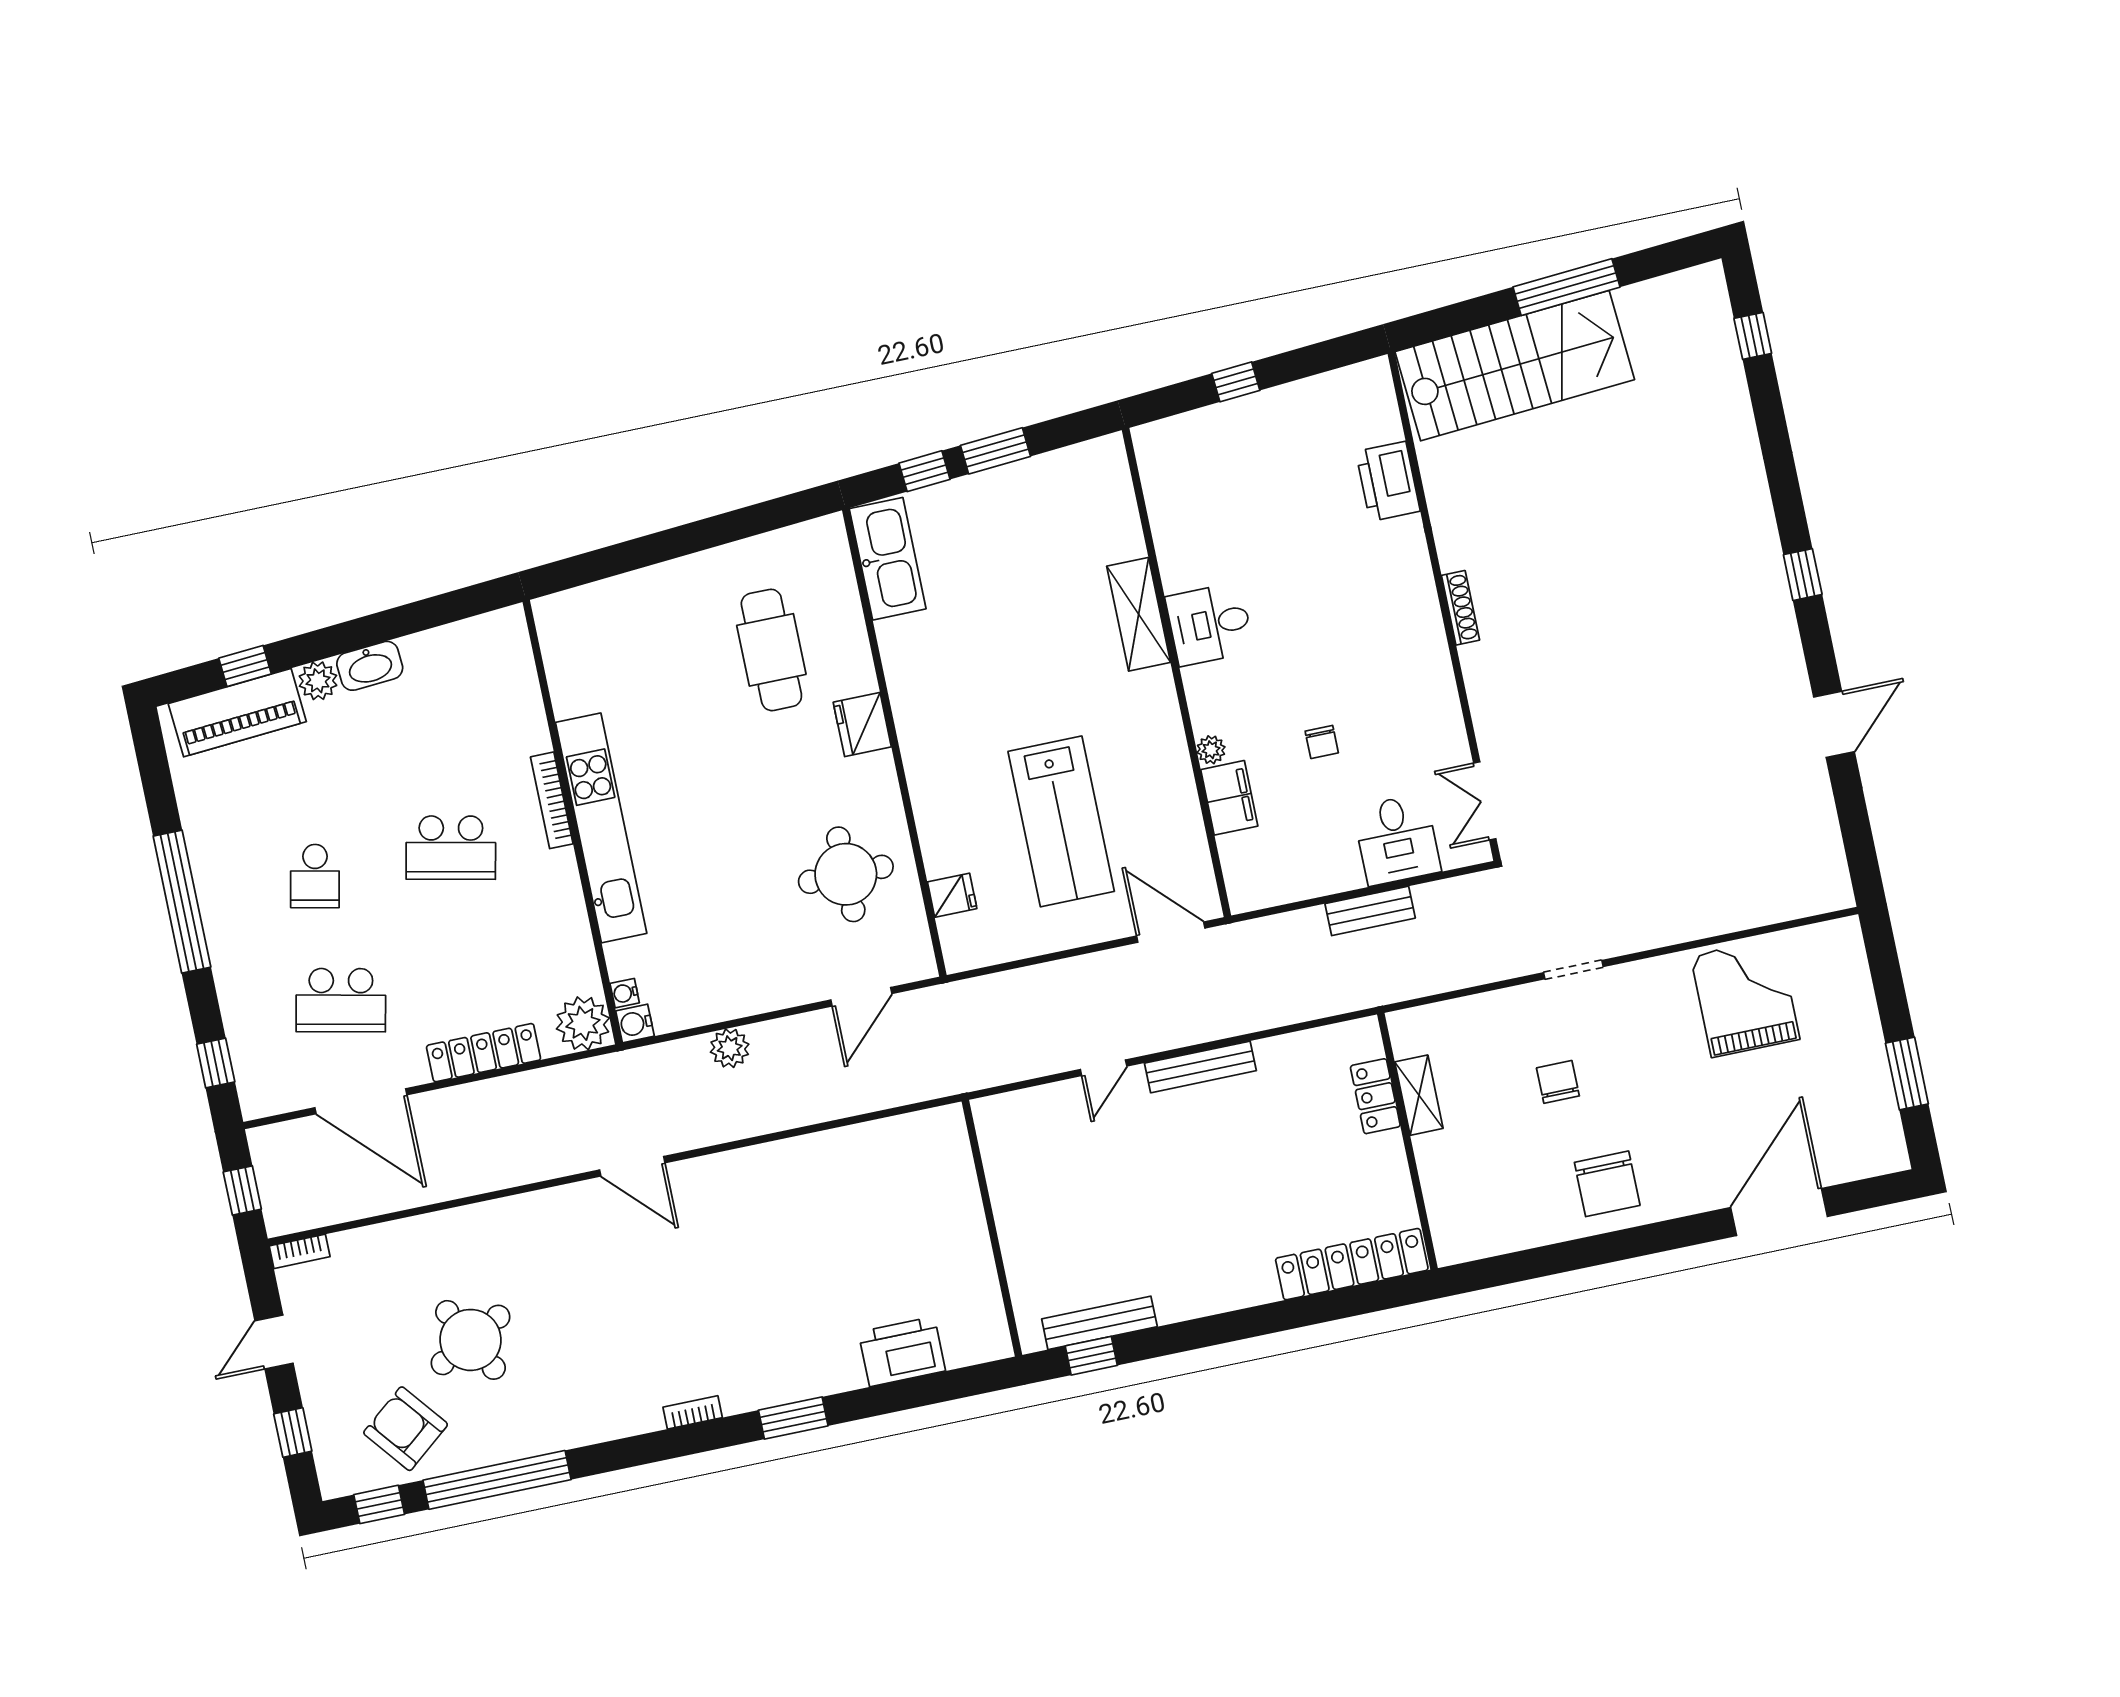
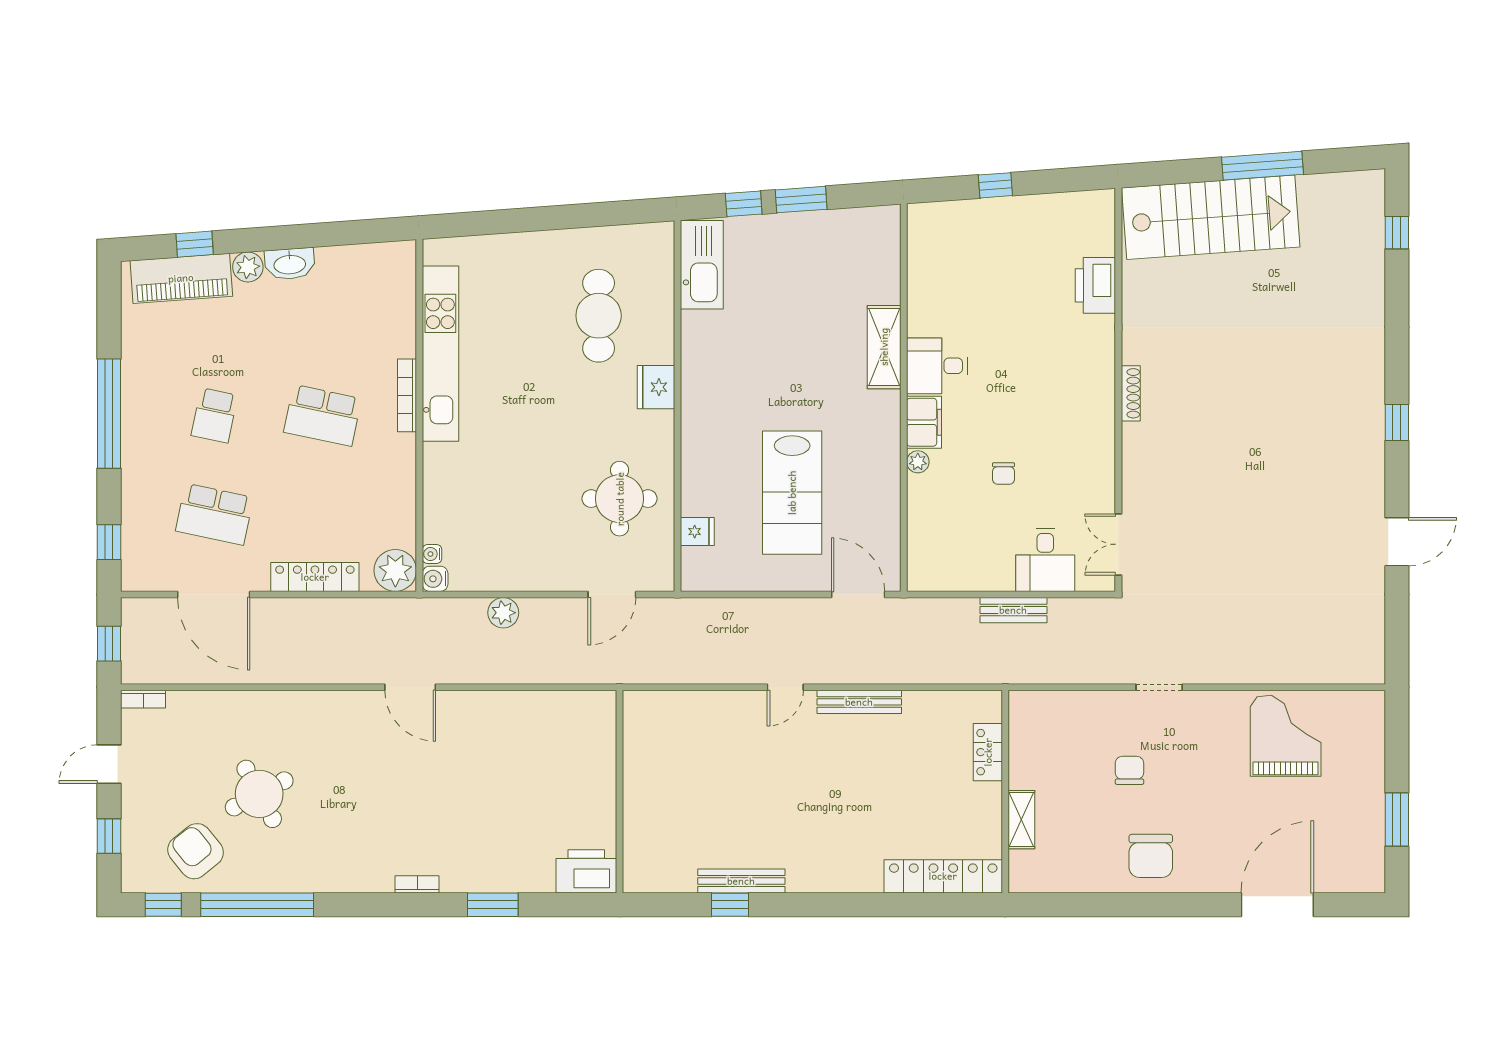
filing cabinet: (1229, 798) -> (924, 422), moved
kitchen unit: (601, 828) -> (440, 354), moved
shelving: (1419, 1095) -> (1021, 820), moved
wall: (992, 1228) -> (620, 792), moved

